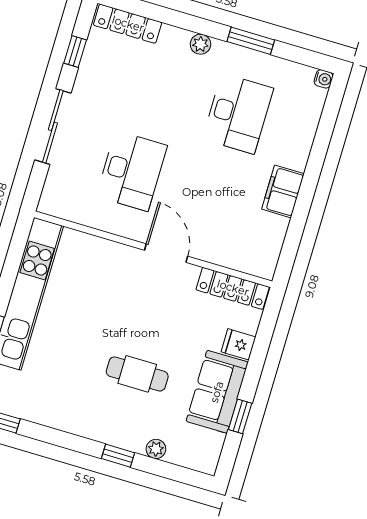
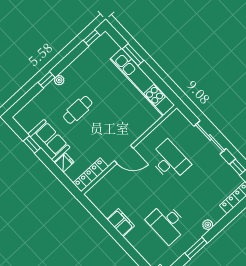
desk: (132, 171) -> (170, 161), turned 180
plant: (156, 449) -> (59, 80), moved

